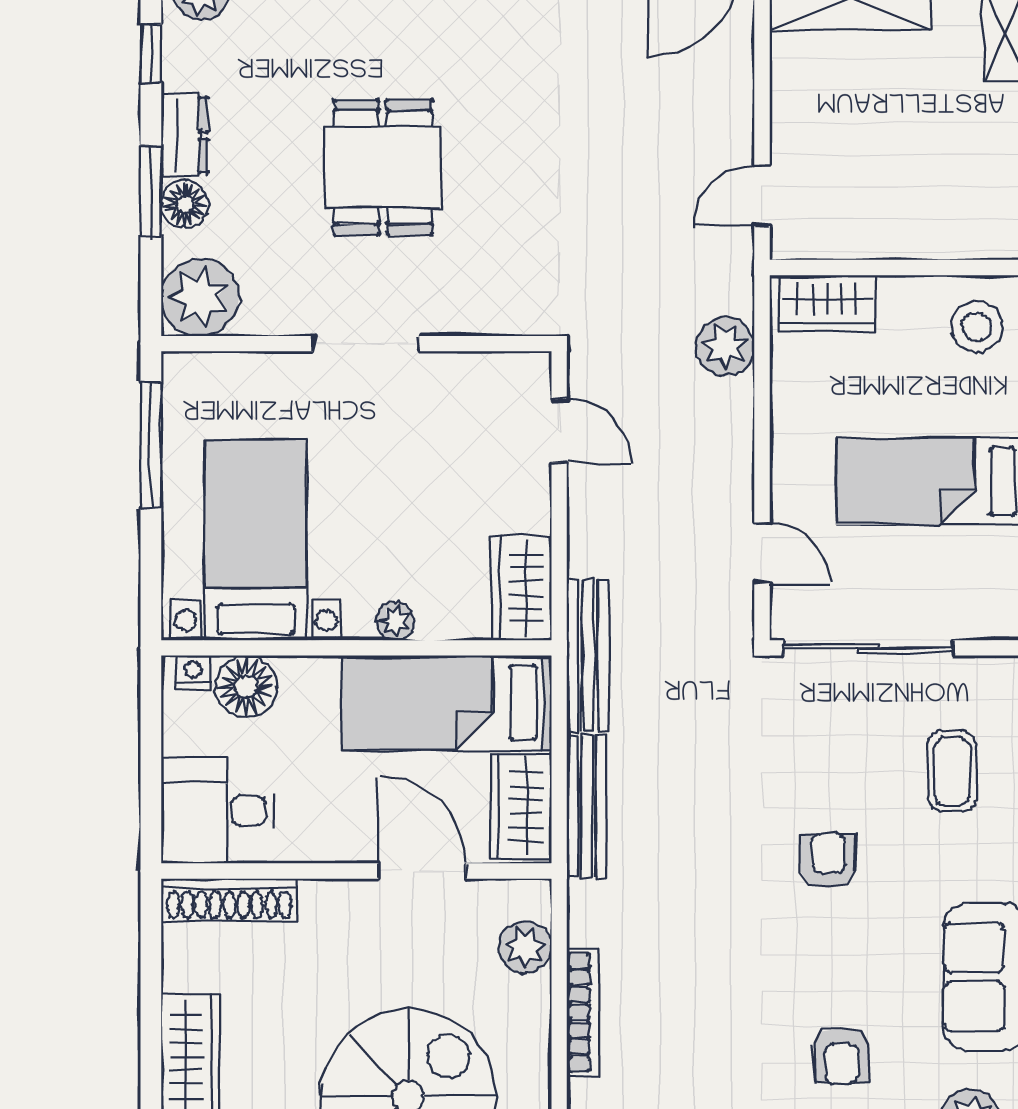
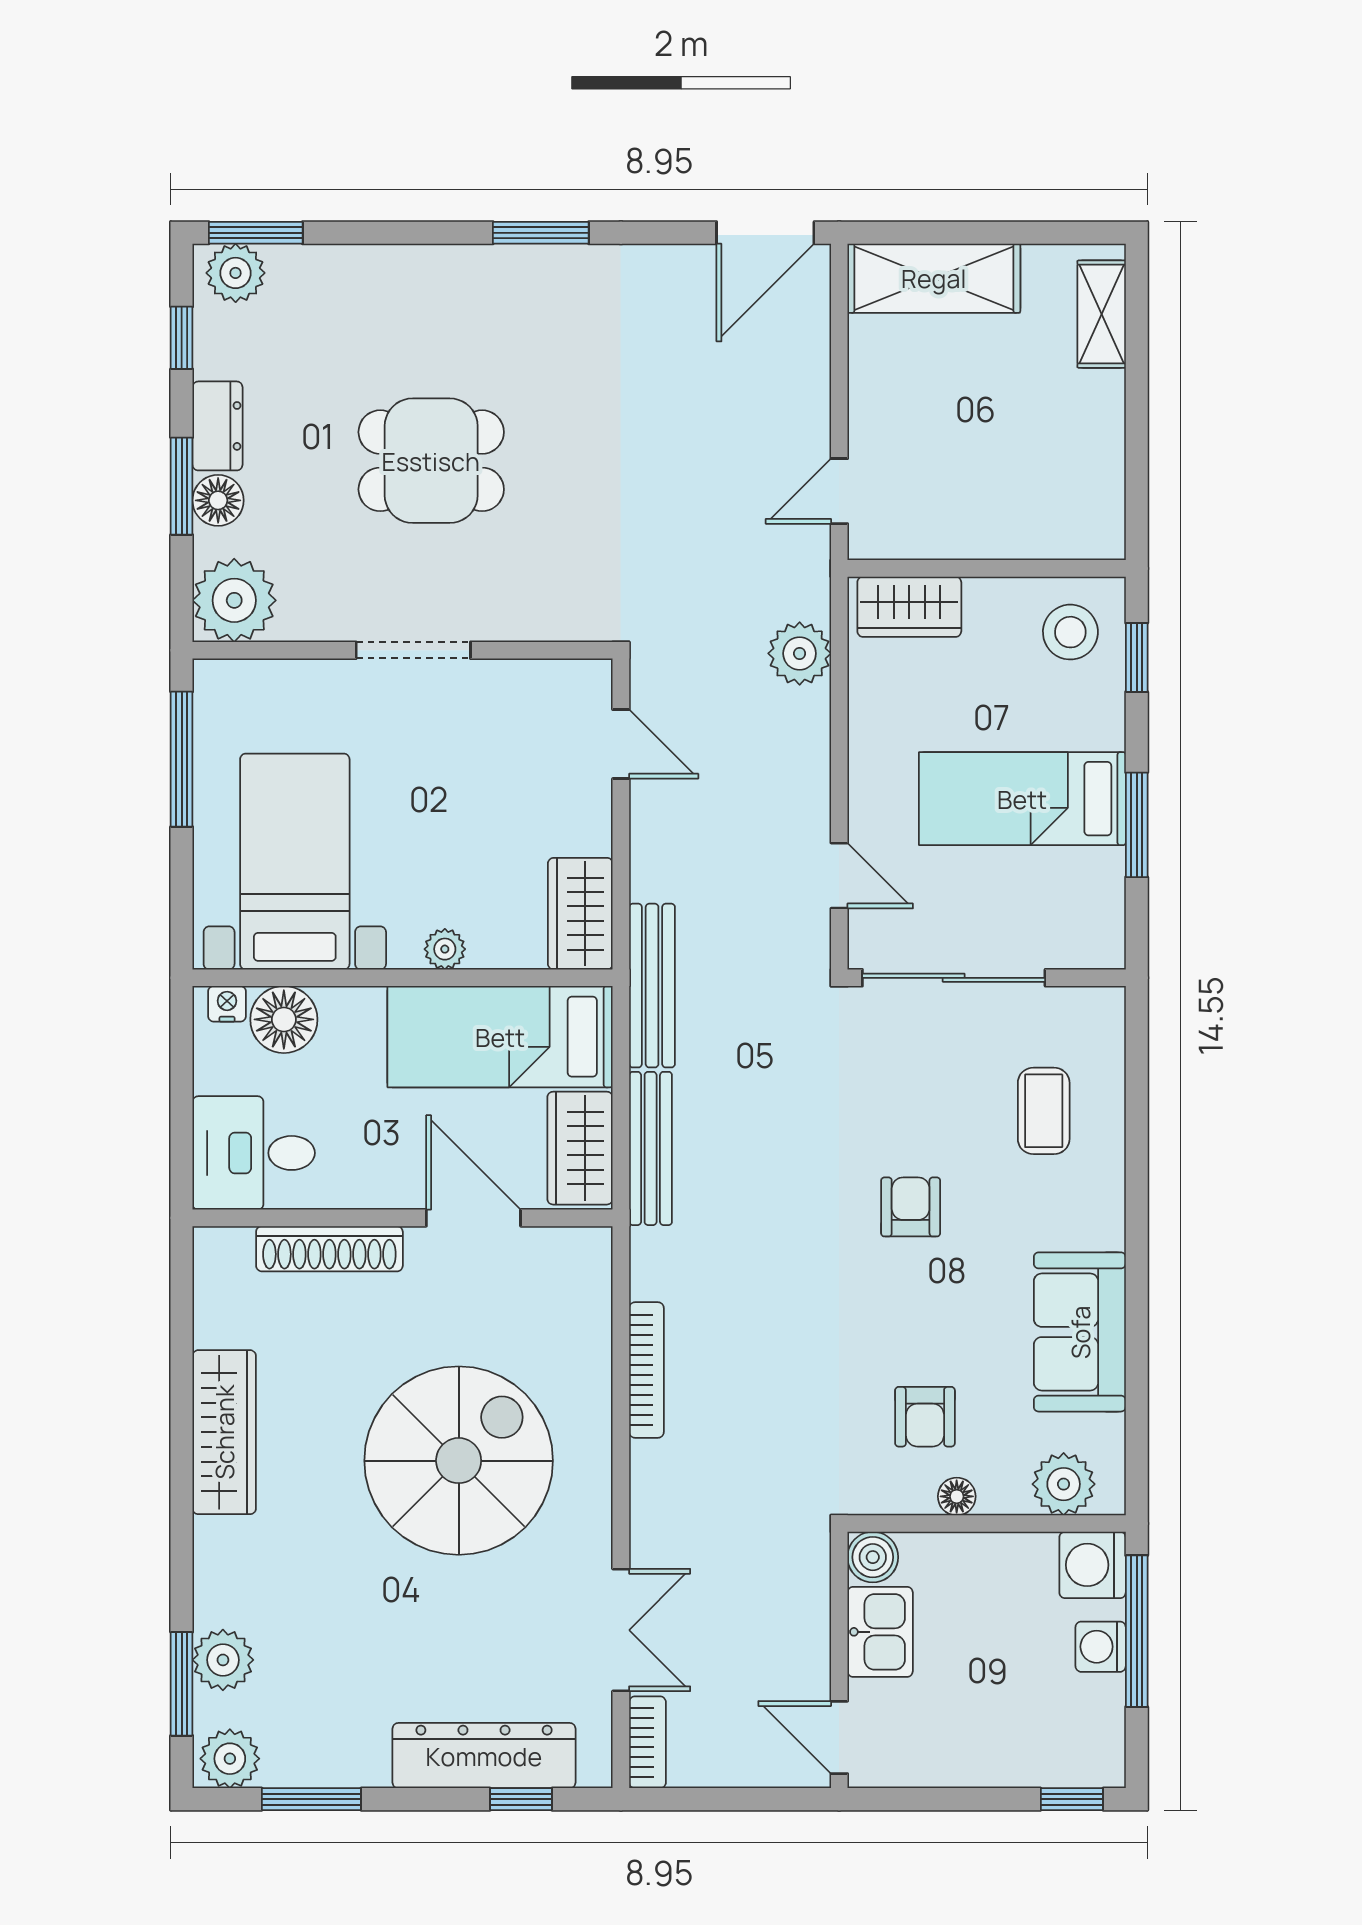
dining table: (383, 167) -> (431, 461), turned 90
shoe rack: (229, 900) -> (329, 1249), moved
plant: (525, 947) -> (585, 1300), removed

